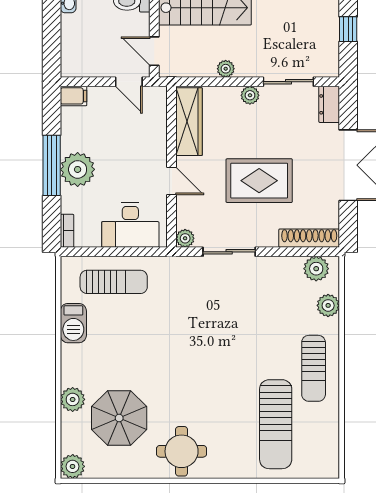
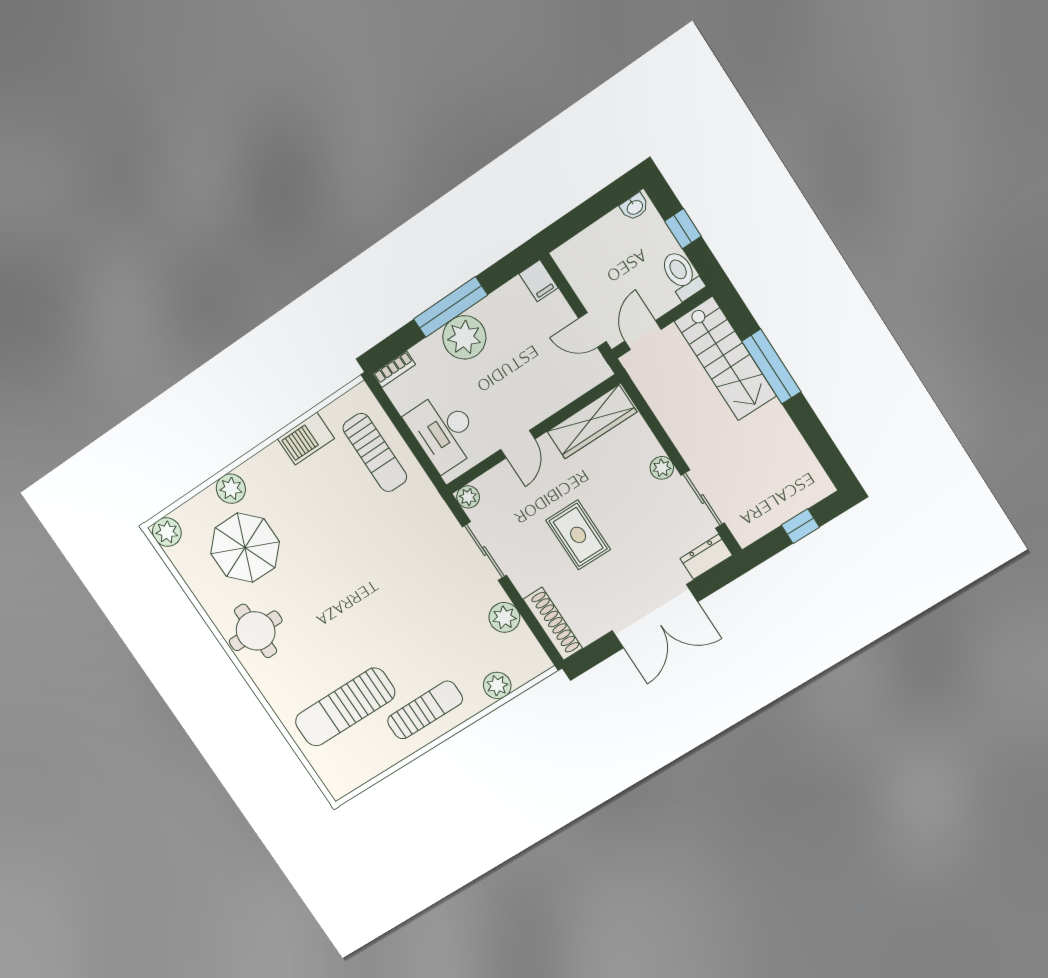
plant: (226, 69) -> (674, 424), removed
door: (129, 82) -> (592, 330), hinge flipped
rug: (259, 181) -> (578, 535), width x0.73, depth x0.70
plant: (316, 269) -> (504, 617), moved
sun lounger: (314, 368) -> (425, 710), turned 180

